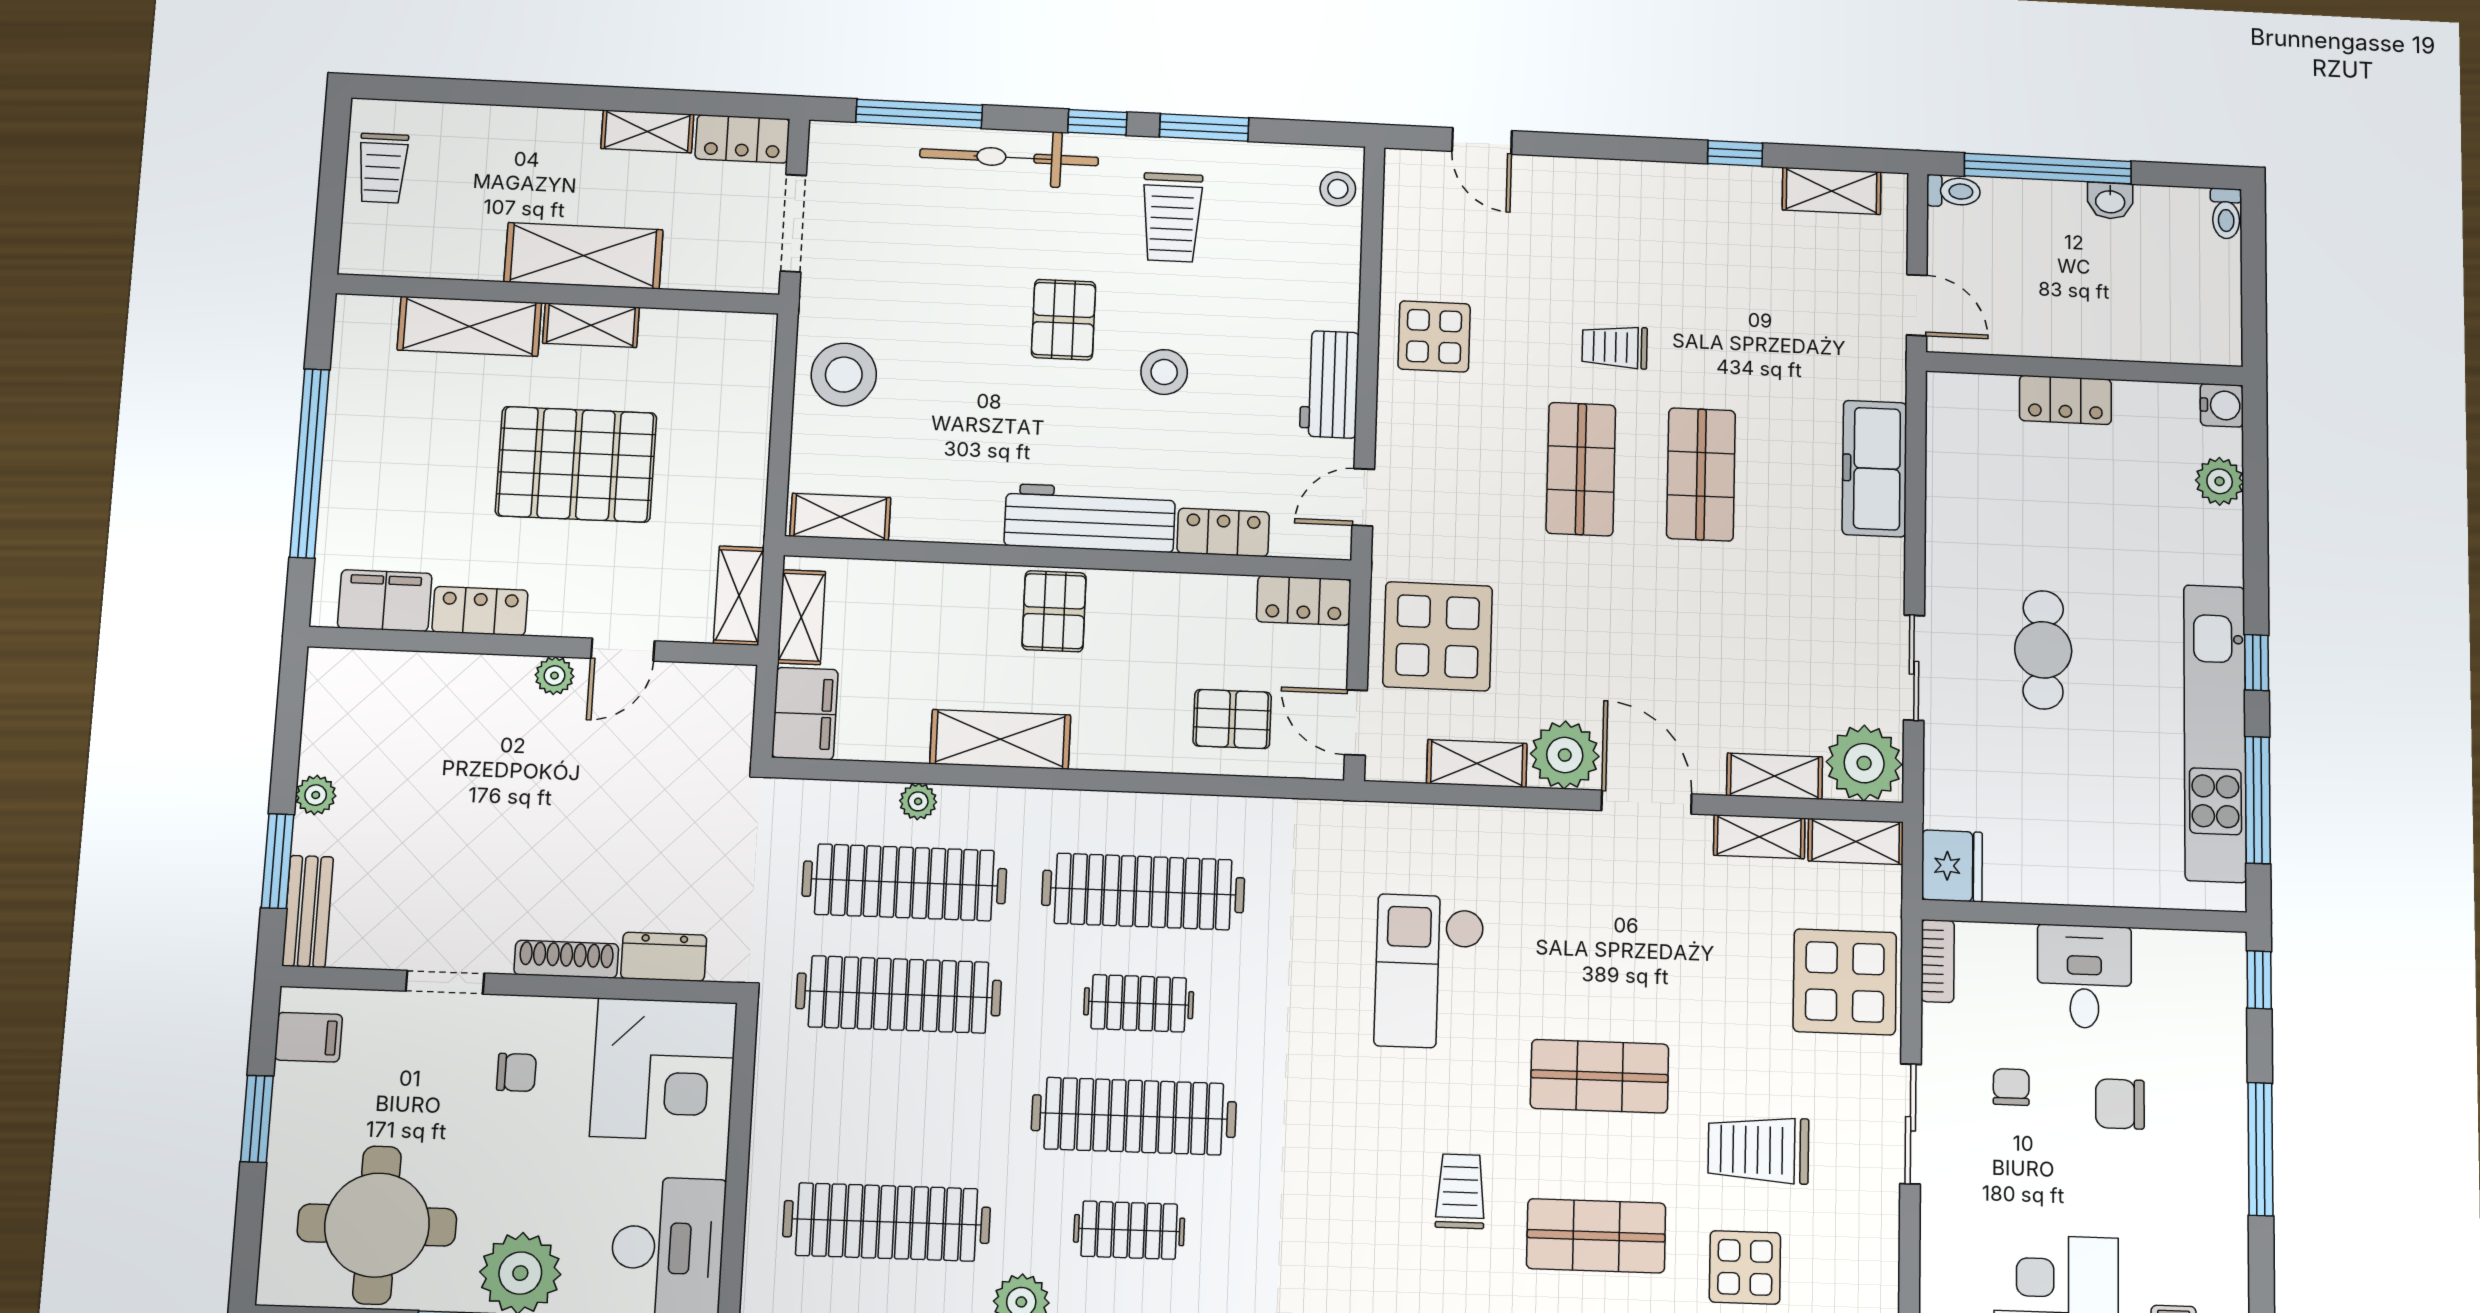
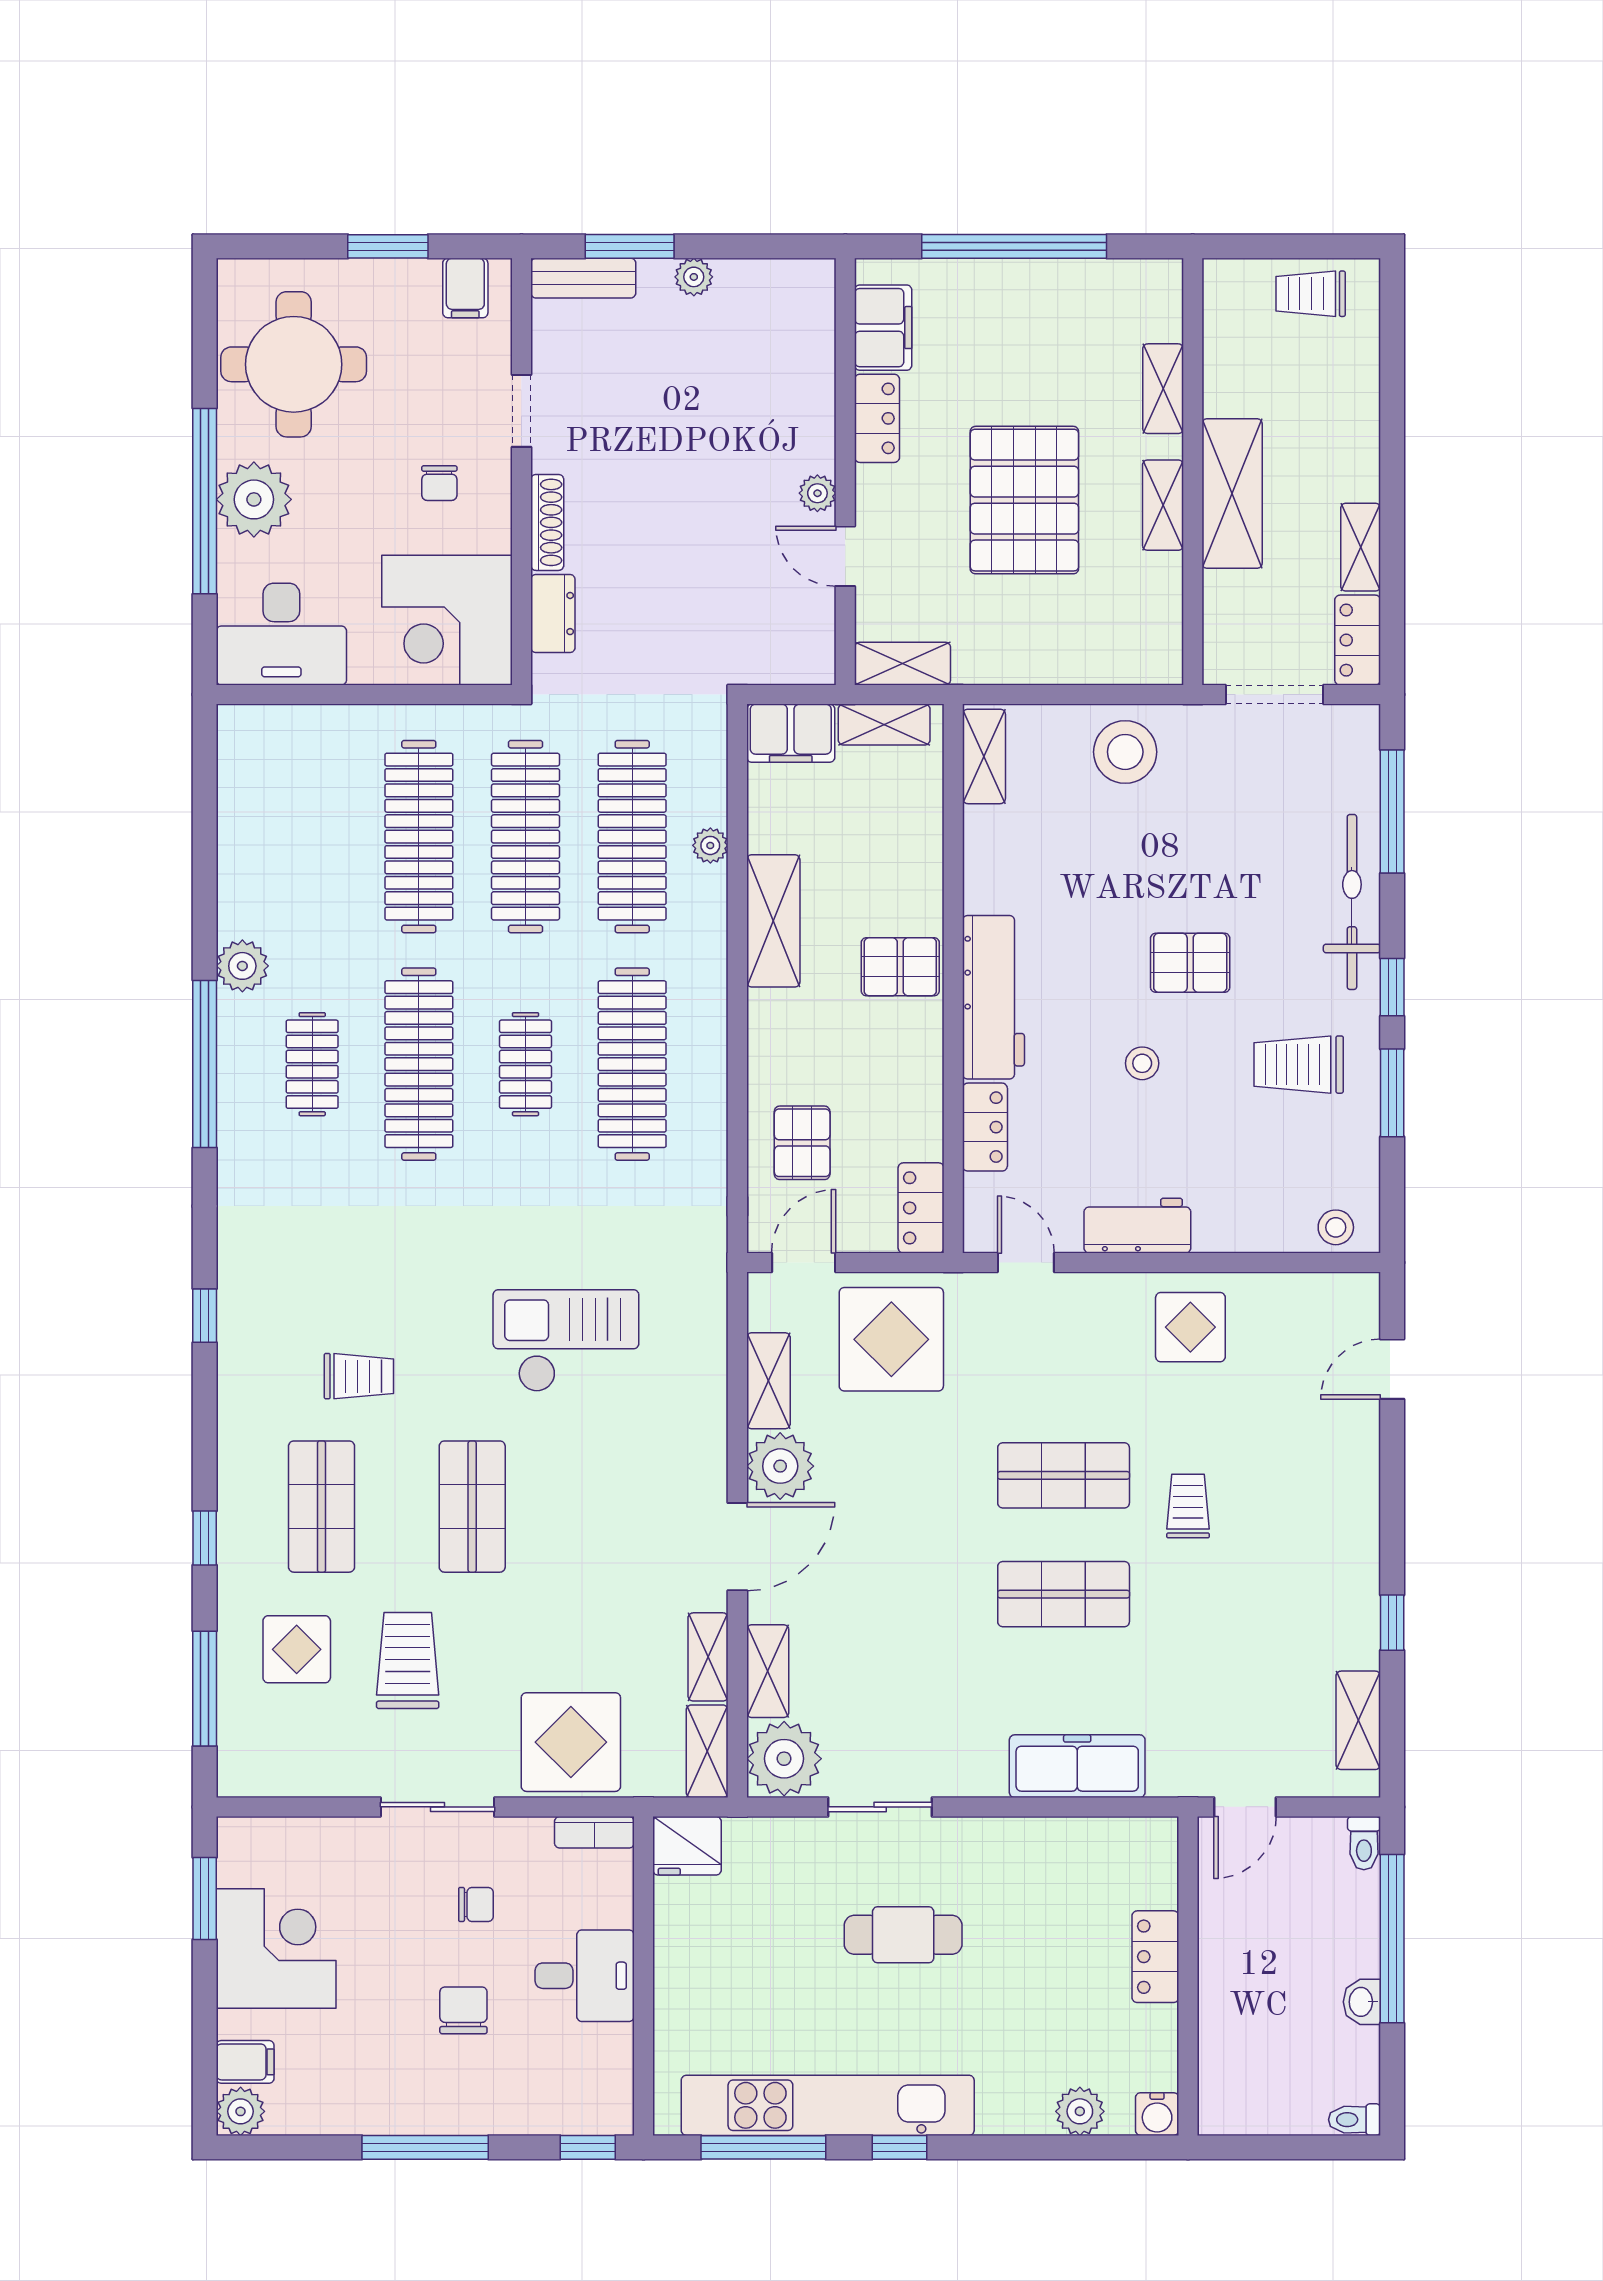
shelving: (469, 326) -> (1163, 389), width x0.67, depth x0.75
stool: (1164, 372) -> (1142, 1063), width x0.73, depth x0.73
clothes rail: (887, 1222) -> (419, 837), moved

